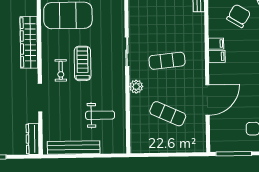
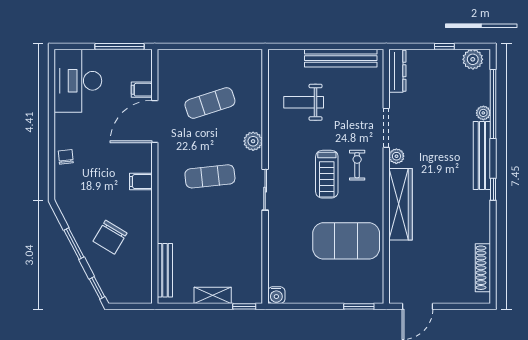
filing cabinet: (216, 44) -> (142, 90), moved
plant: (32, 77) -> (396, 156), added
exercise mat: (168, 114) -> (210, 103), turned -42

